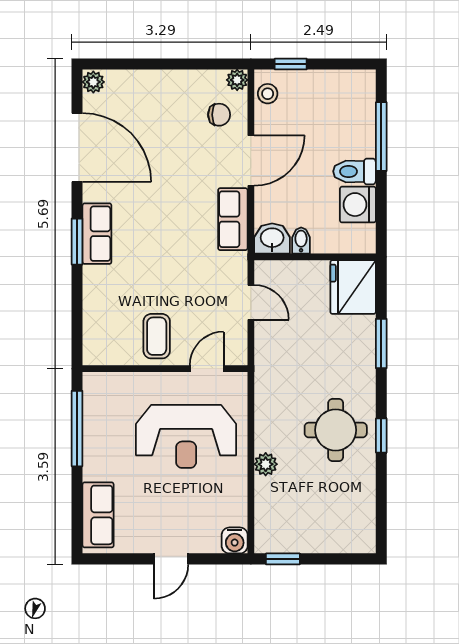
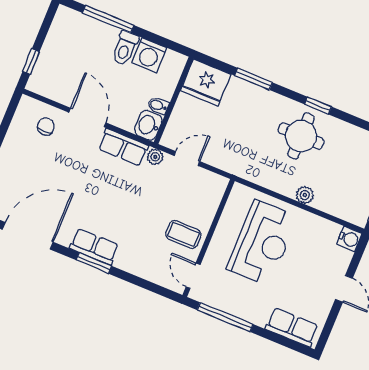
plant: (237, 80) -> (155, 157), moved
stool: (268, 94) -> (45, 86), removed
door: (207, 369) -> (193, 276), moved

